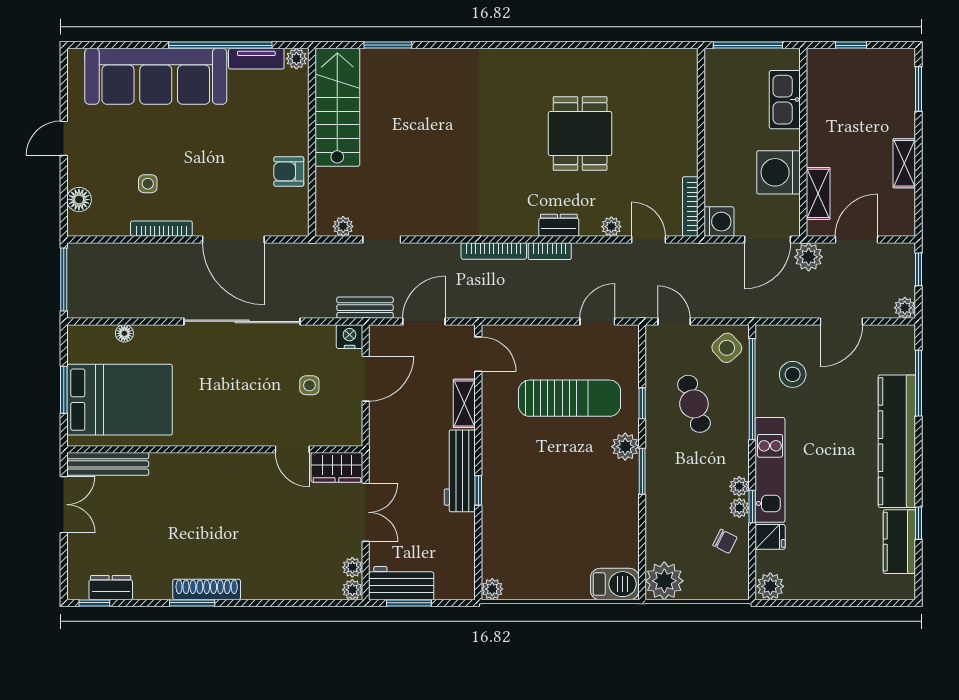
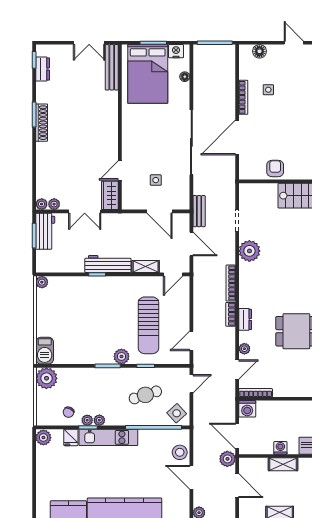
washing machine: (779, 172) -> (280, 448), width x0.53, depth x0.53
shelving: (818, 193) -> (283, 464), moved
plant: (343, 226) -> (249, 251), moved, width x1.88, depth x1.88
door: (597, 321) -> (191, 341), swing flipped
nightstand: (350, 337) -> (176, 51), moved, turned -90
stool: (793, 374) -> (180, 452), moved

